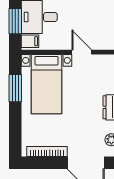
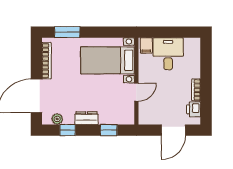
window: (15, 21) -> (164, 32), removed
window: (15, 88) -> (67, 32), moved

